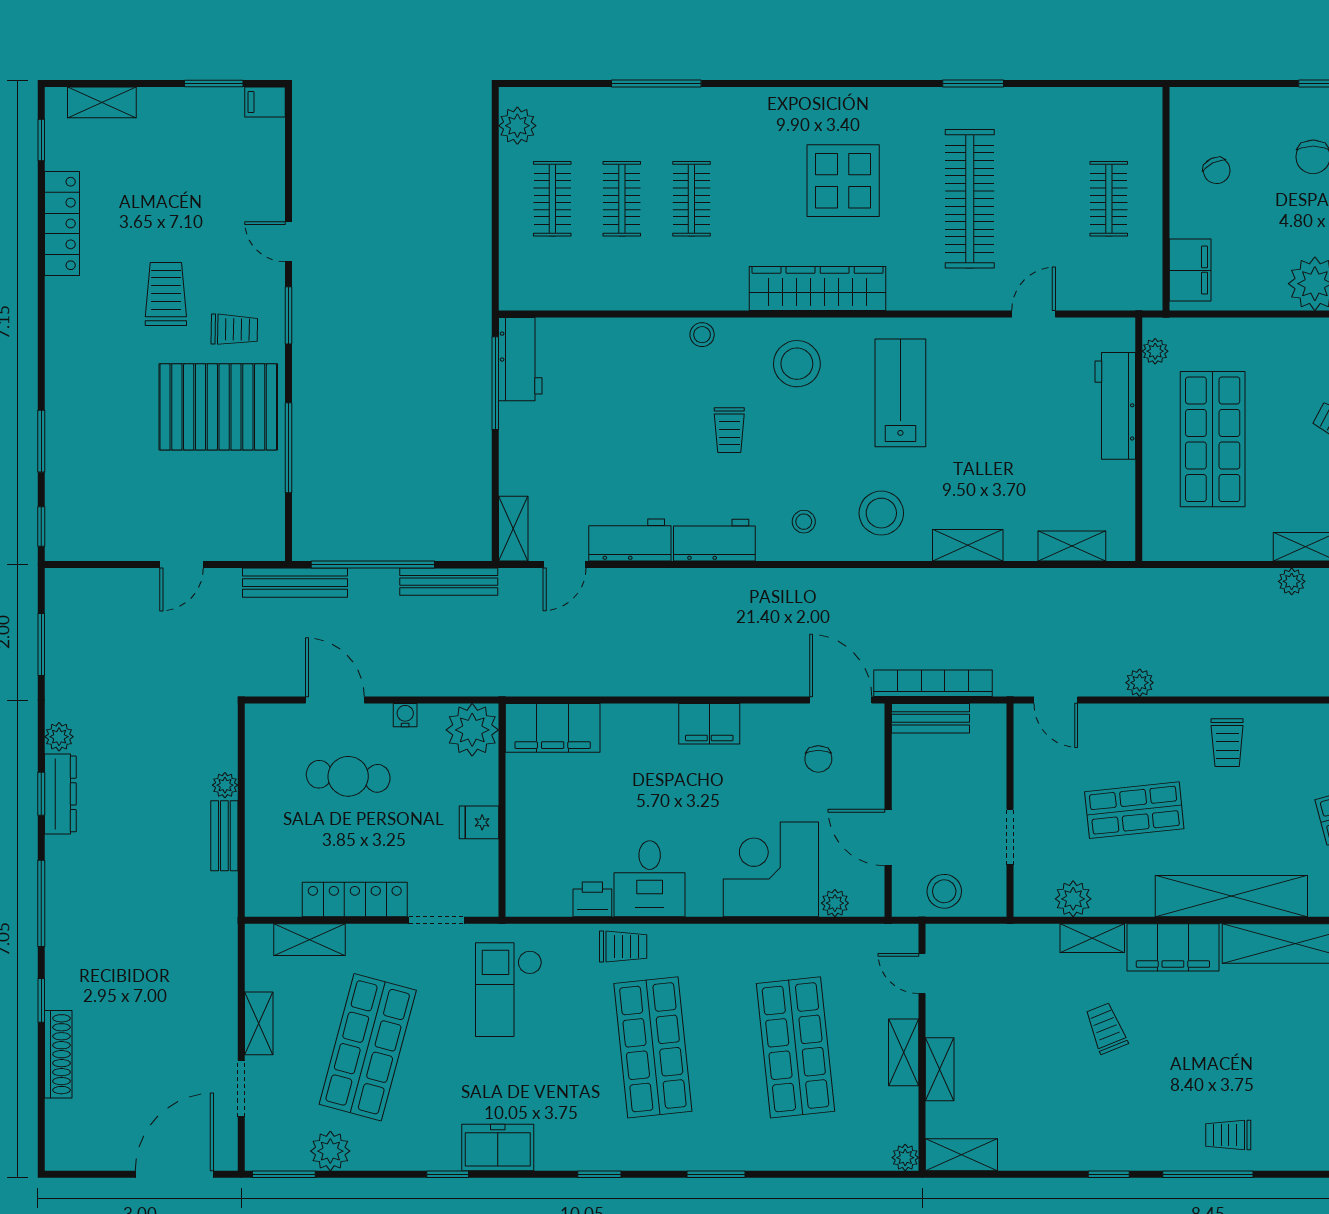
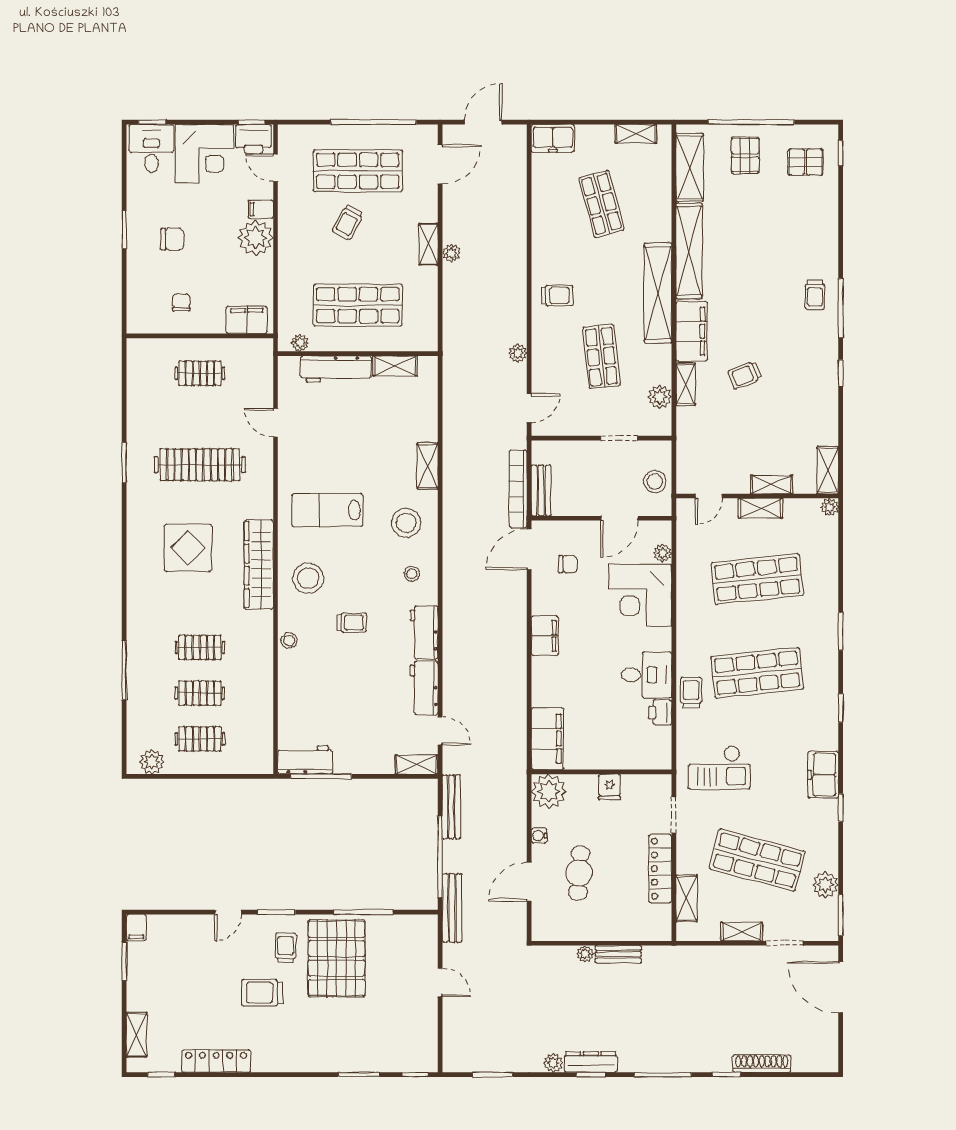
chair: (1217, 170) -> (181, 302), turned -64
shelving: (1072, 546) -> (395, 366), moved, turned 90

